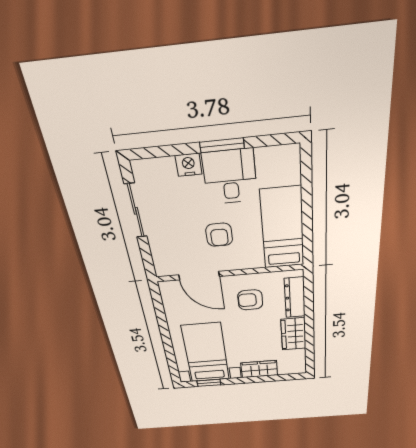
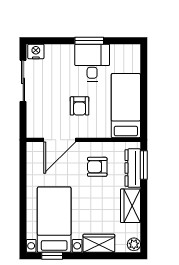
nightstand: (189, 165) -> (36, 51), moved
door: (199, 276) -> (60, 140), hinge flipped
window: (309, 293) -> (144, 165), added
plant: (299, 367) -> (134, 244), added

